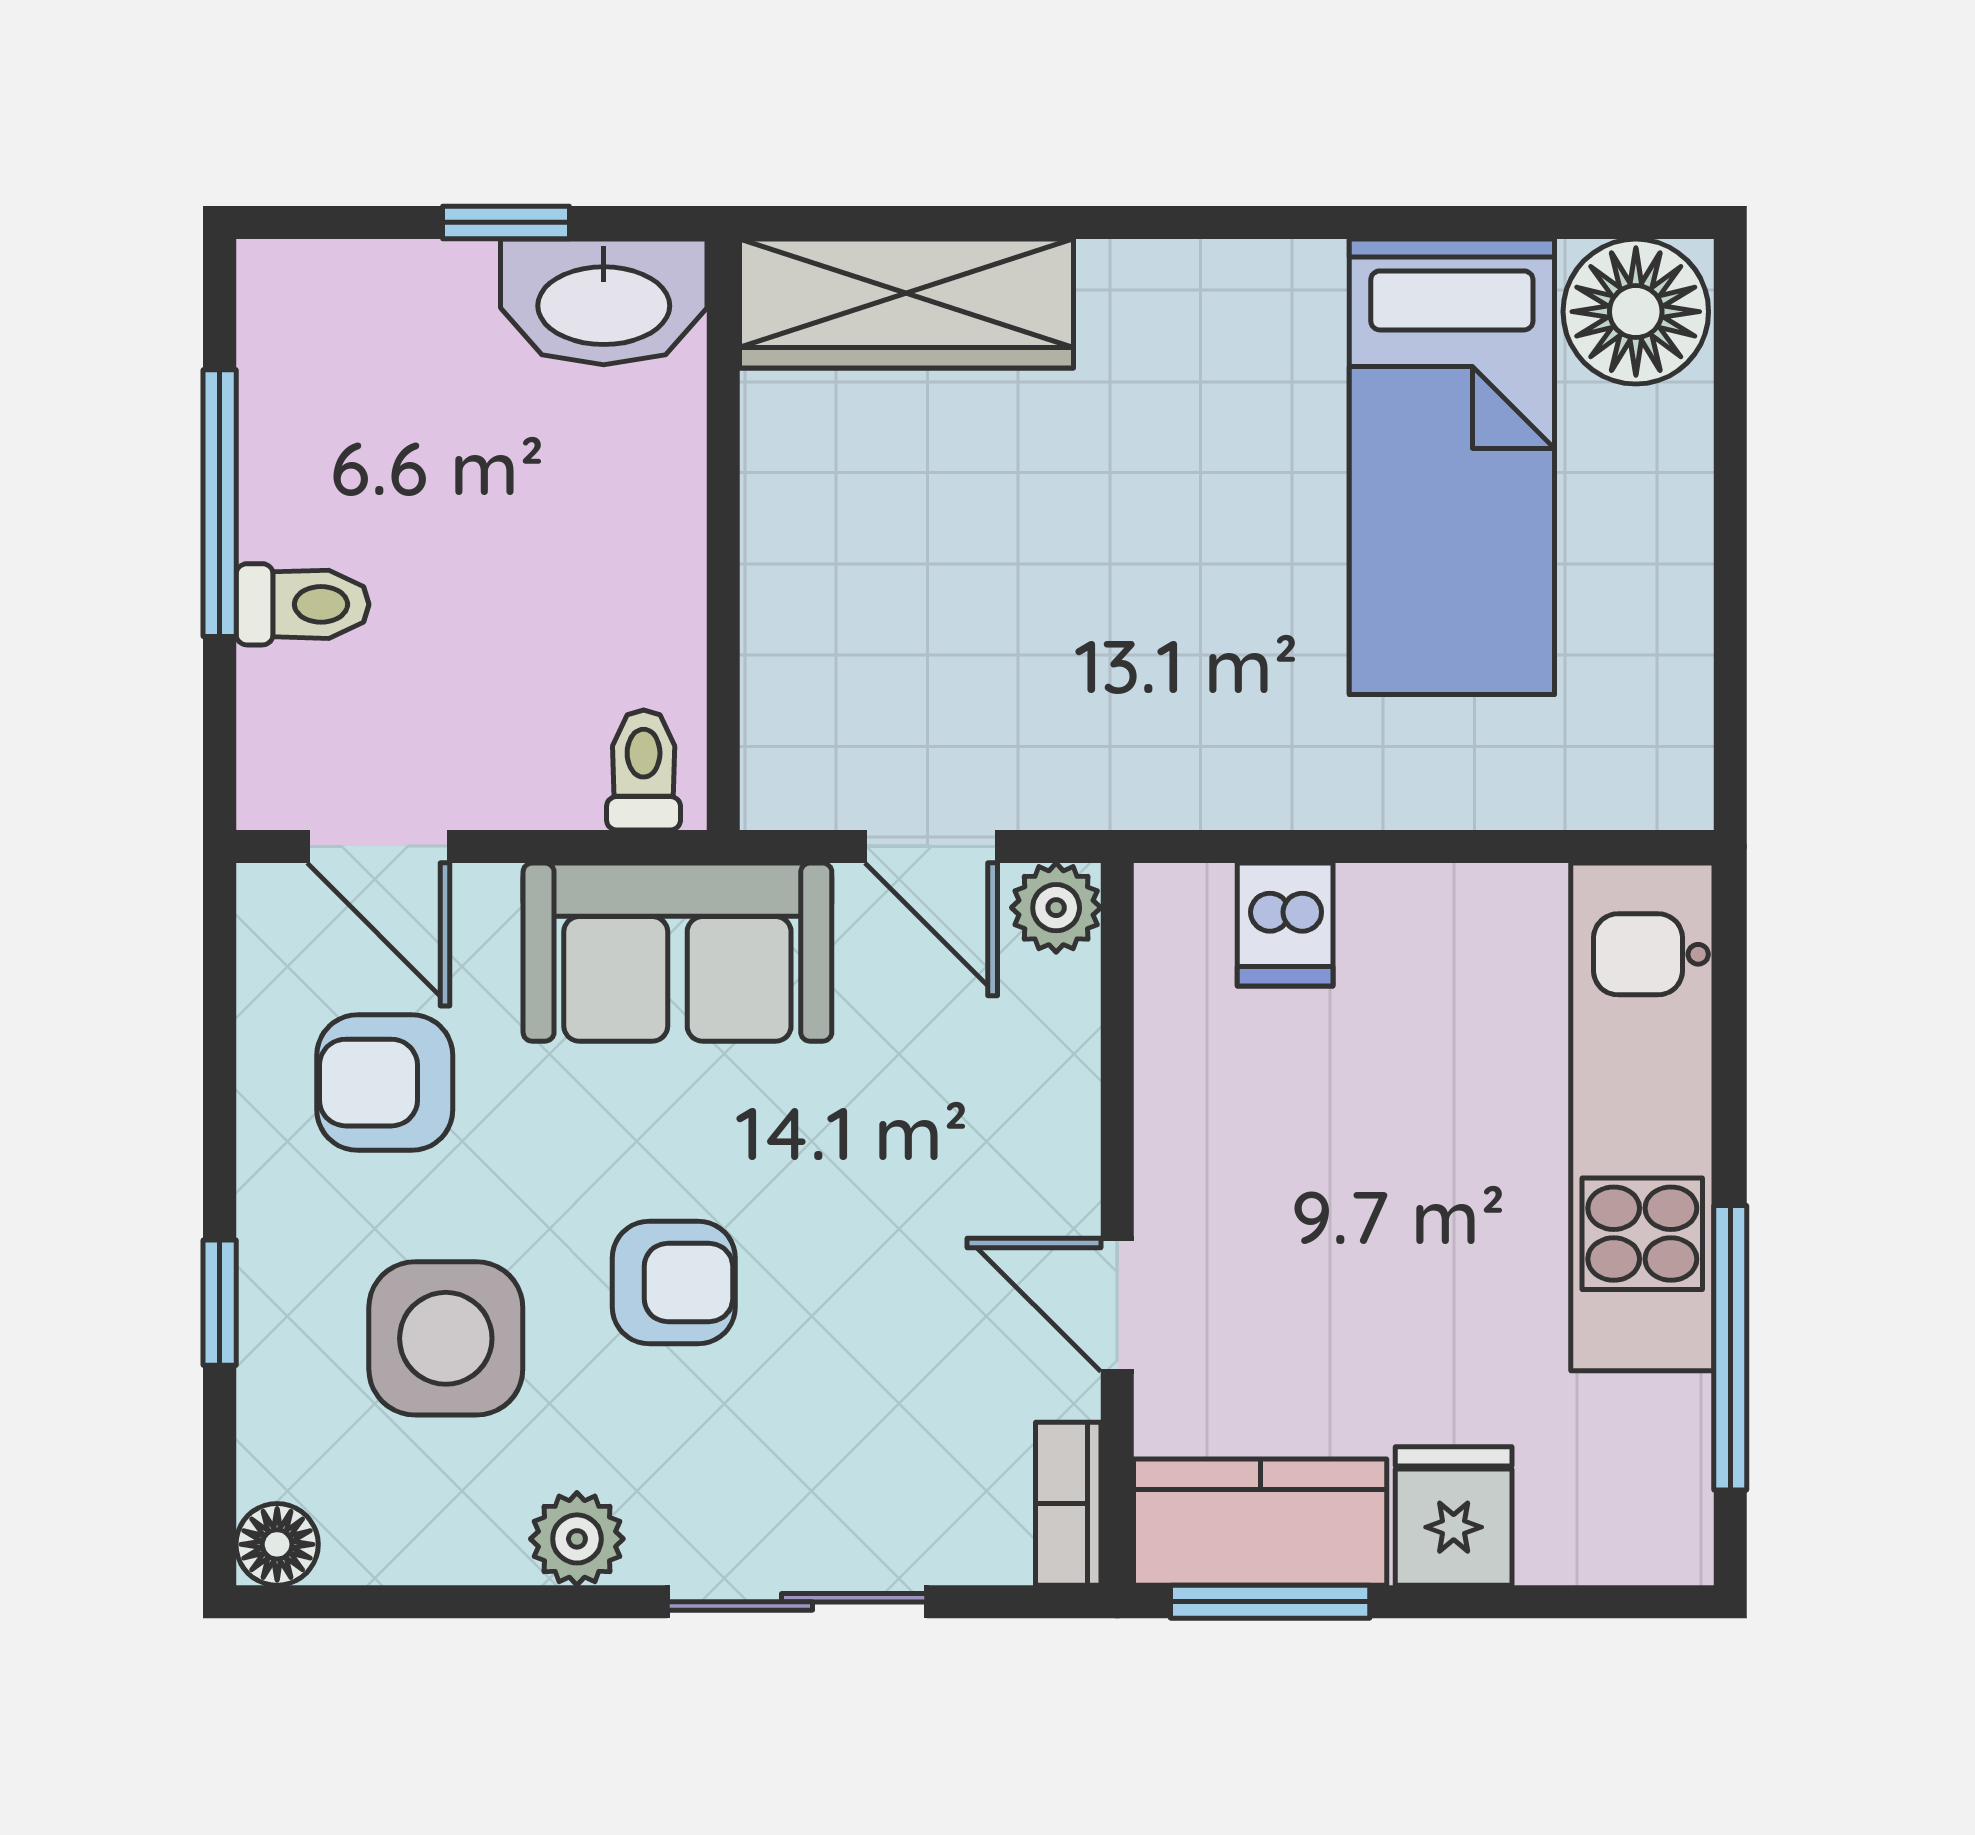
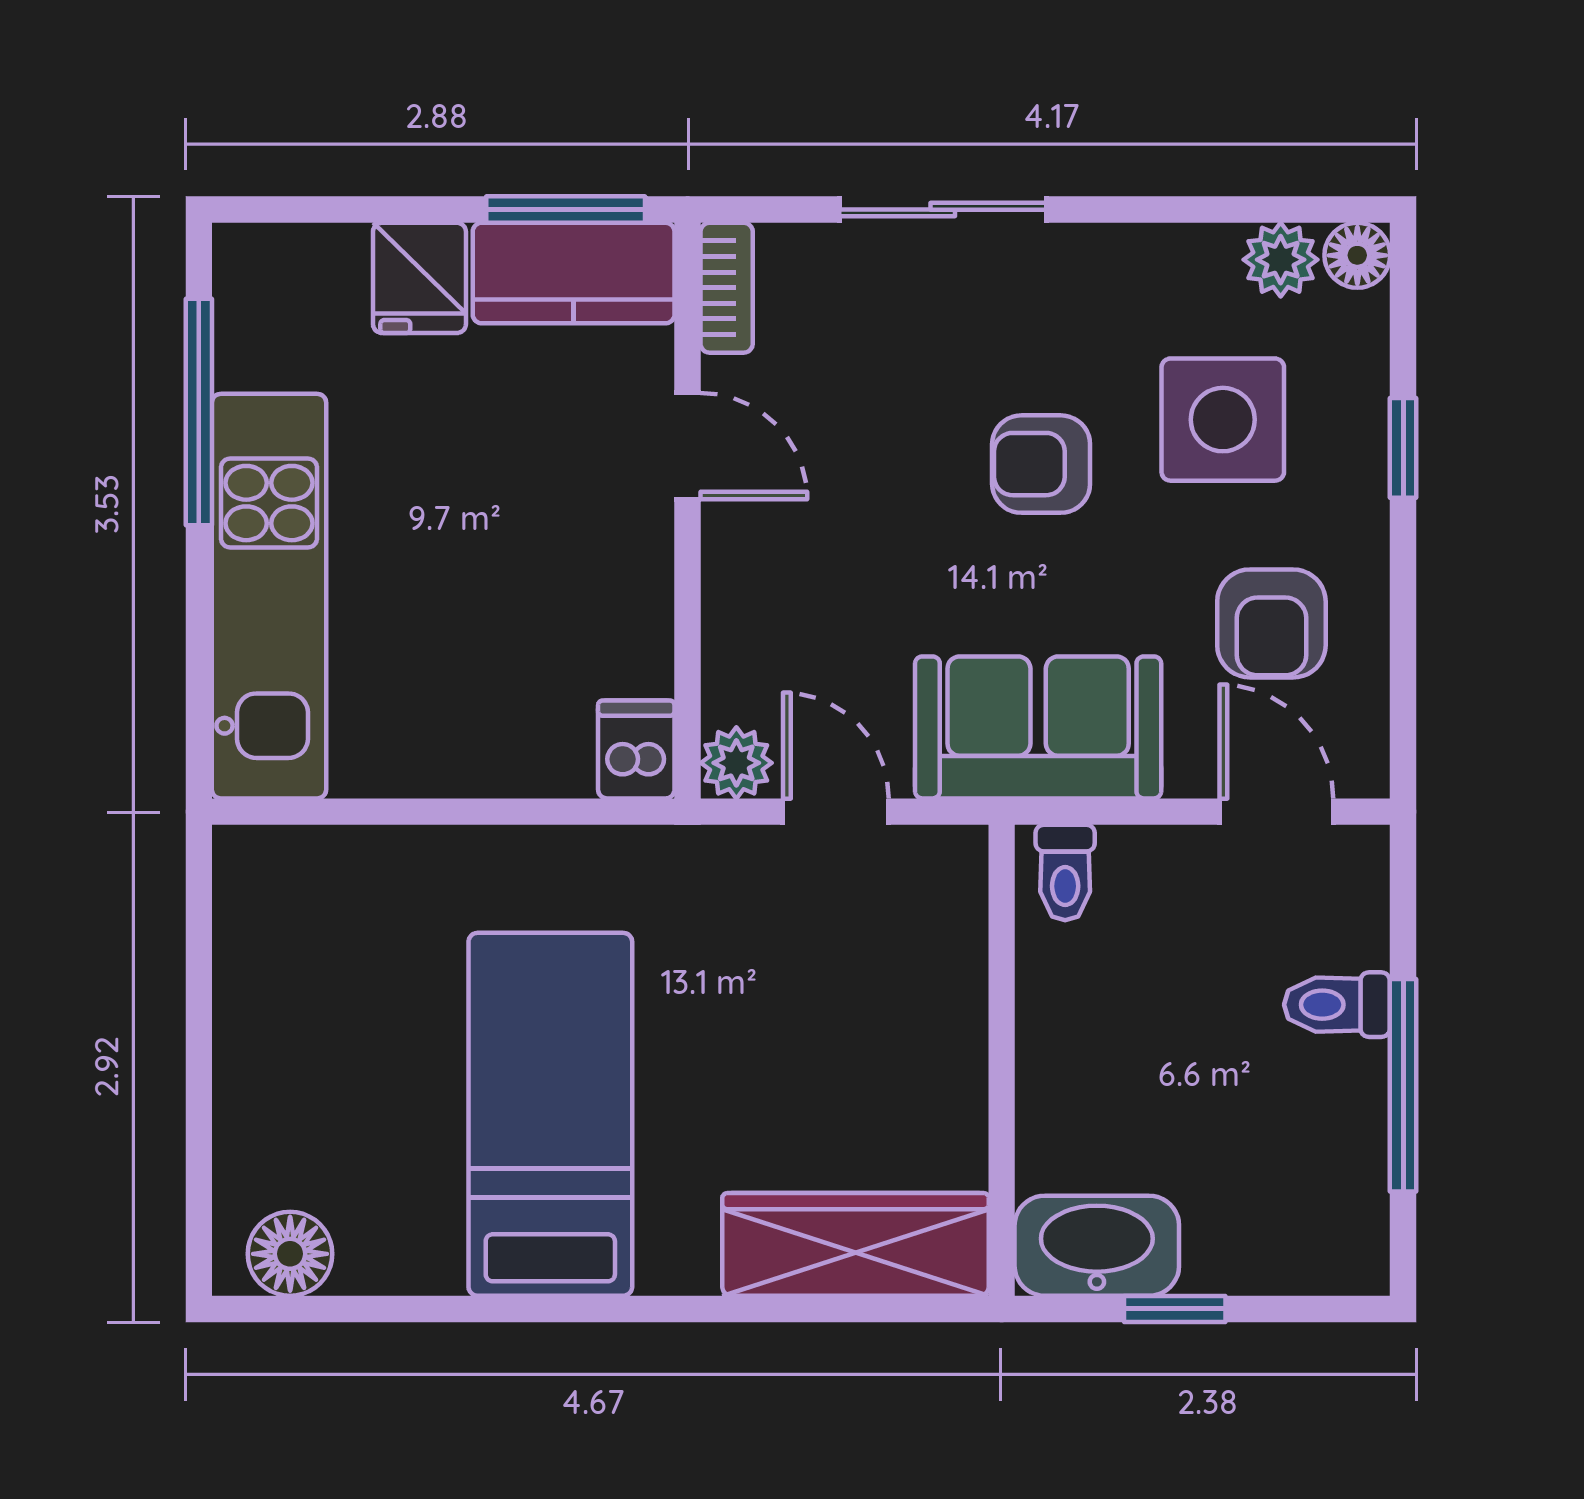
floor lamp: (1636, 312) -> (290, 1254), width x0.73, depth x0.73
bed: (1452, 467) -> (550, 1114), moved
dishwasher: (1285, 925) -> (636, 749), moved
armchair: (385, 1083) -> (1271, 623), turned 90
plant: (577, 1539) -> (1281, 260), moved

